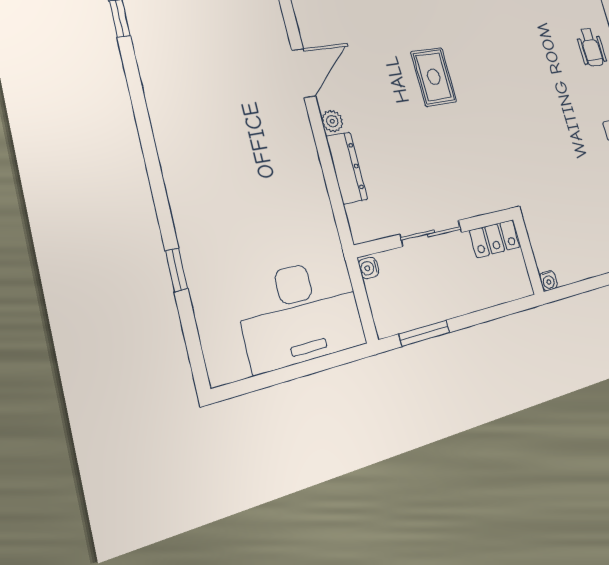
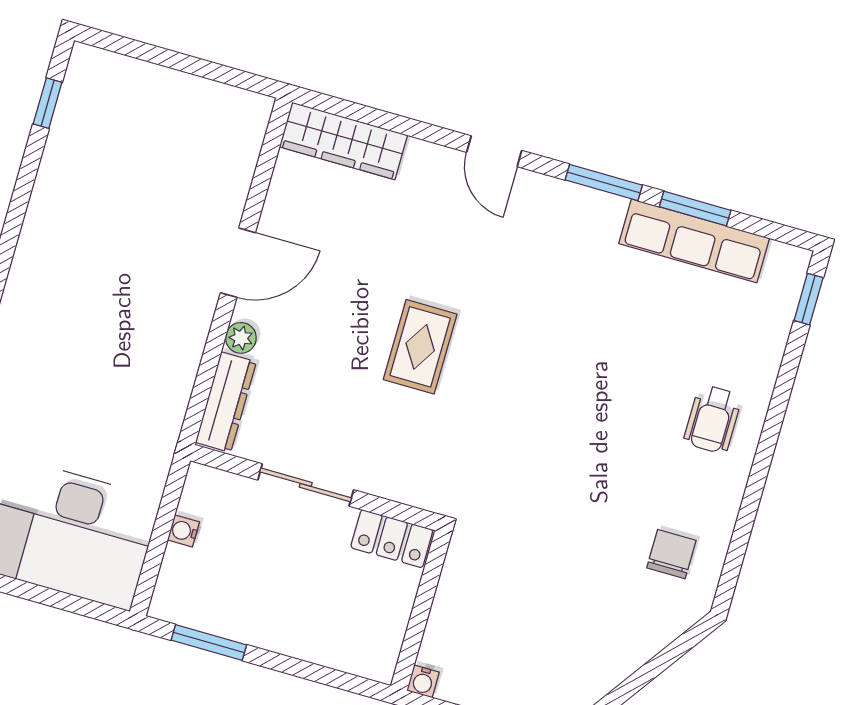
wall: (437, 232) -> (315, 488), moved
sliding door: (431, 233) -> (306, 485), moved
locker: (495, 239) -> (392, 539), moved

